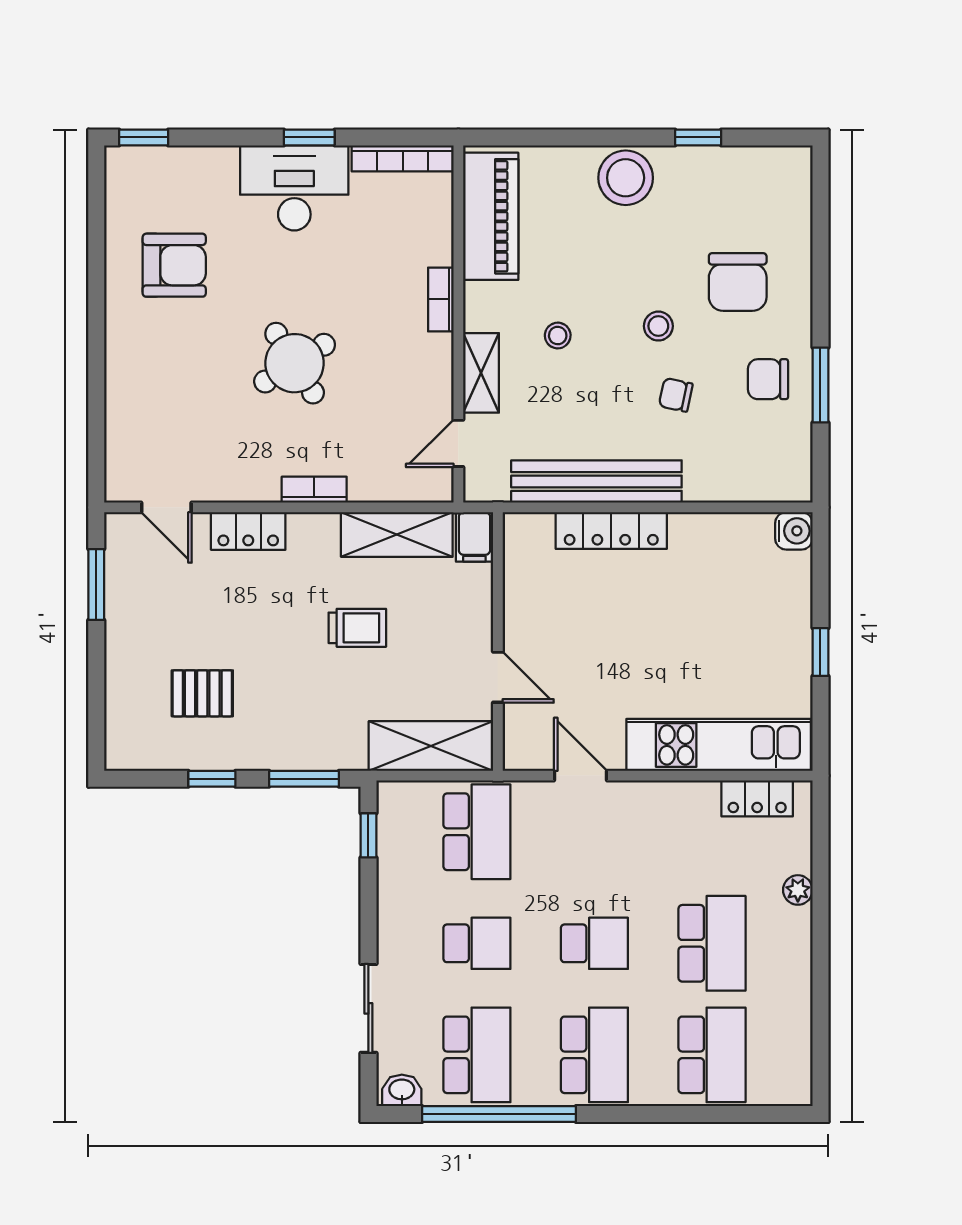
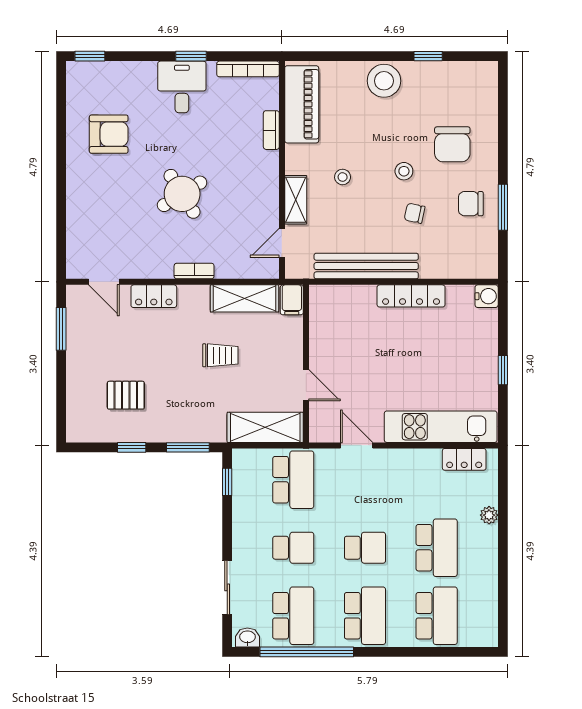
desk: (294, 188) -> (182, 87), width x0.73
bookcase: (441, 299) -> (271, 130), moved
locker: (611, 531) -> (411, 296), moved

